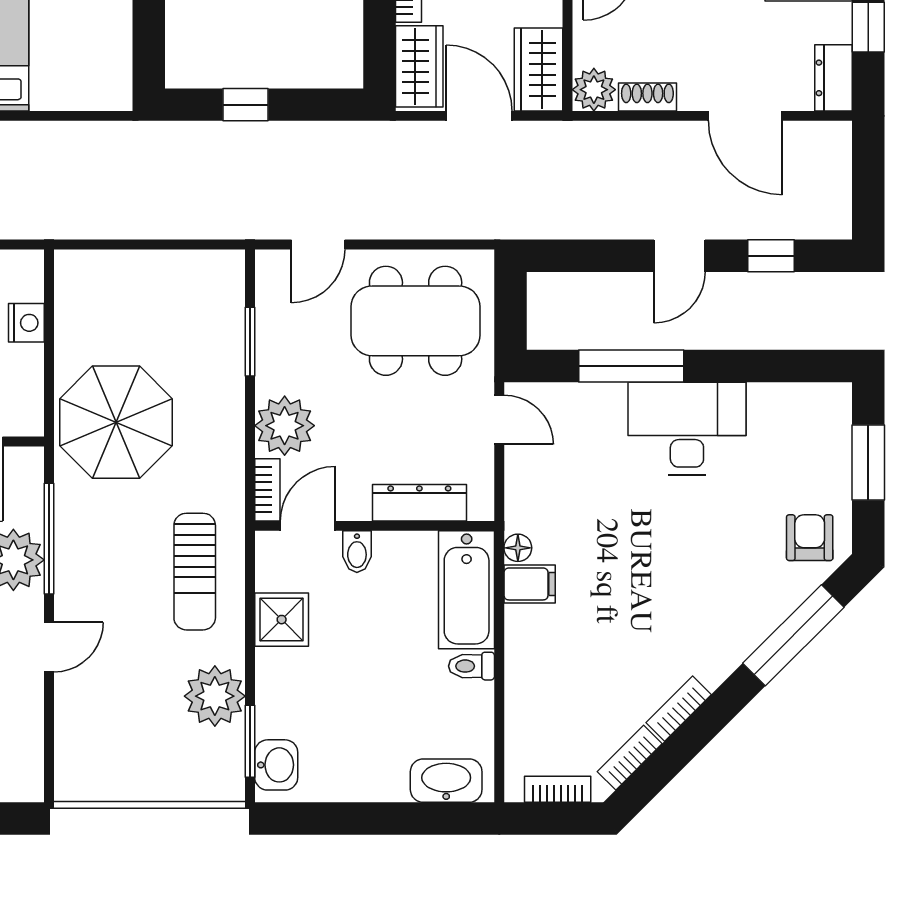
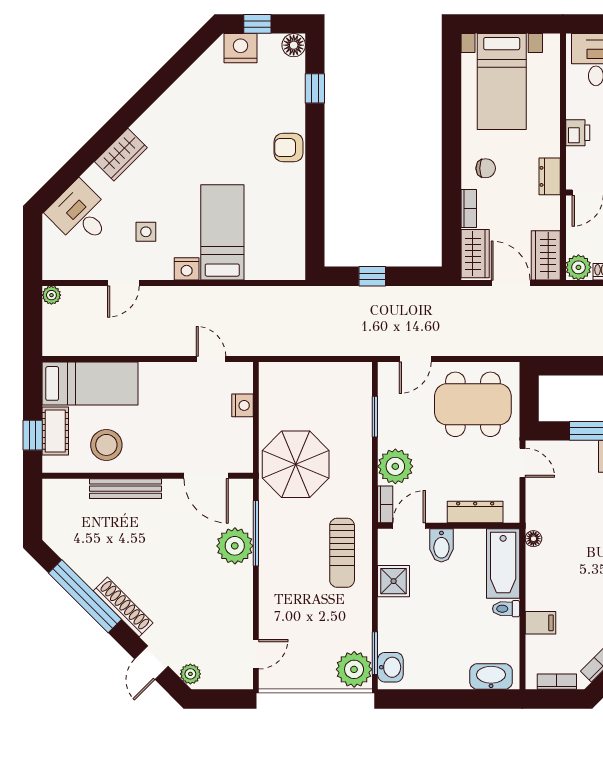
bidet: (357, 552) -> (441, 545), width x1.38, depth x1.36
filing cabinet: (530, 584) -> (540, 623), moved
door: (49, 647) -> (256, 654), moved
plant: (215, 696) -> (354, 669), moved

